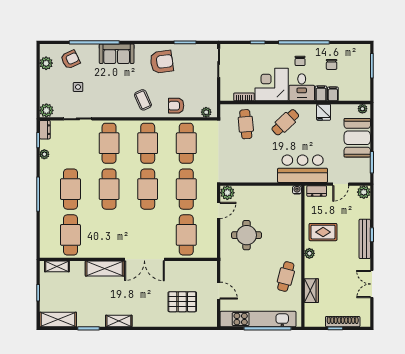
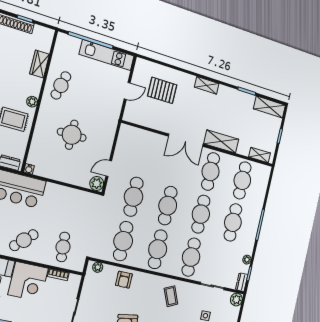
coffee table: (143, 100) -> (171, 296), moved
armchair: (176, 106) -> (124, 280), turned 90
cafe table: (186, 235) -> (211, 171), moved
round table: (247, 235) -> (72, 135), moved
double door: (144, 259) -> (186, 140), swing flipped
door: (219, 291) -> (127, 91), swing flipped
kitchen unit: (258, 319) -> (107, 55), width x0.73
shelving: (119, 321) -> (207, 85), moved

